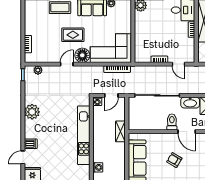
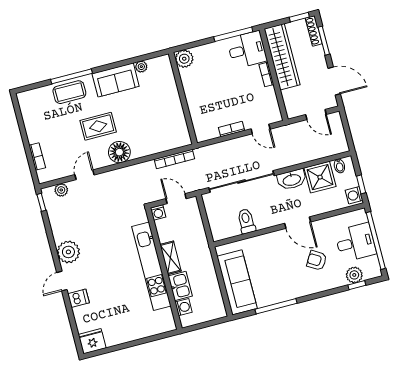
corner sofa: (111, 48) -> (157, 131), removed
door: (67, 64) -> (85, 175), moved
door: (111, 95) -> (176, 199), swing flipped
toilet: (172, 122) -> (246, 221), moved
shelving: (120, 131) -> (170, 258), moved
kitchen sink: (99, 153) -> (180, 286), added
door: (23, 157) -> (62, 281), moved
armchair: (174, 160) -> (317, 260), moved

